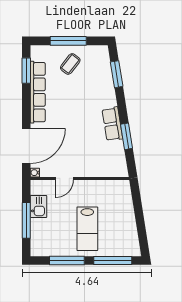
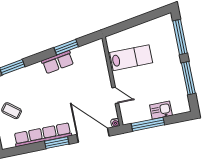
window: (26, 71) -> (57, 143), moved
kitchen sink: (38, 206) -> (161, 110), moved
window: (26, 220) -> (148, 124), moved
lab bench: (87, 229) -> (131, 58), moved

